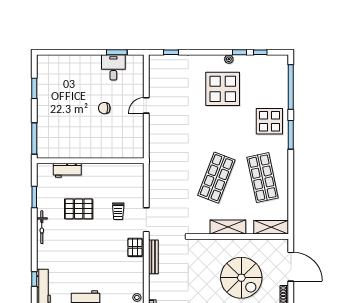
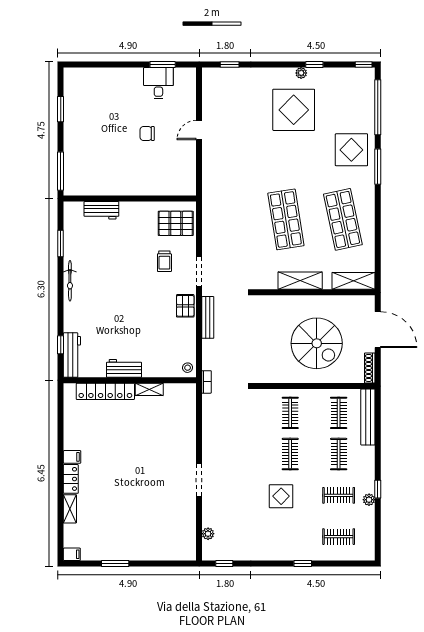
window: (260, 52) -> (364, 64), moved
shop shelf: (216, 178) -> (286, 219), turned -30
pallet: (79, 209) -> (176, 223), moved

